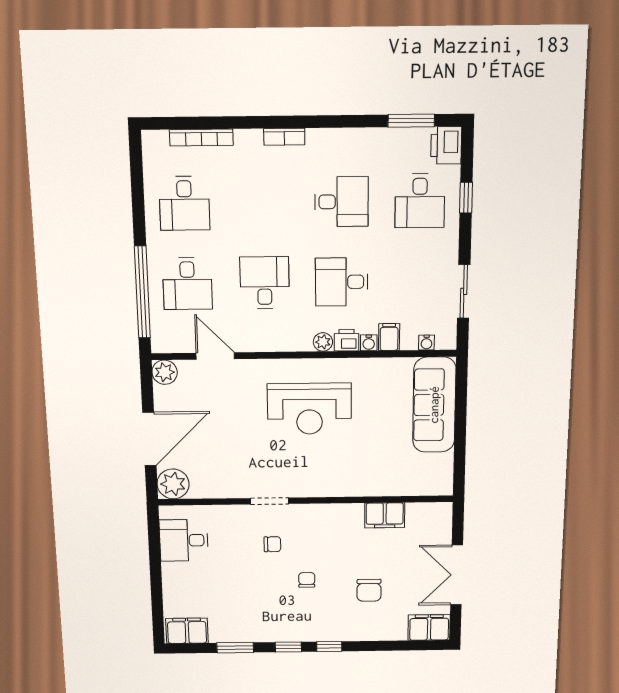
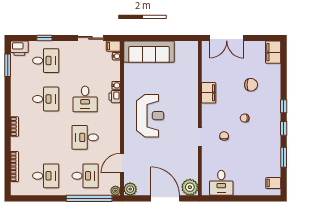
desk: (341, 202) -> (46, 99), turned 90
filing cabinet: (389, 337) -> (113, 46), moved
plant: (323, 342) -> (115, 191), moved
filing cabinet: (385, 515) -> (209, 93), moved
double door: (457, 575) -> (227, 38), moved
filing cabinet: (187, 631) -> (273, 183), width x0.50

